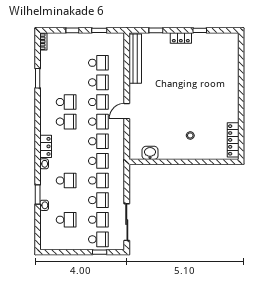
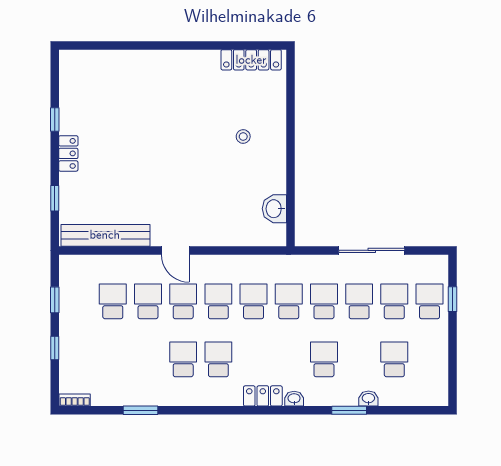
door: (127, 111) -> (175, 250), moved
sliding door: (127, 222) -> (372, 250), moved

